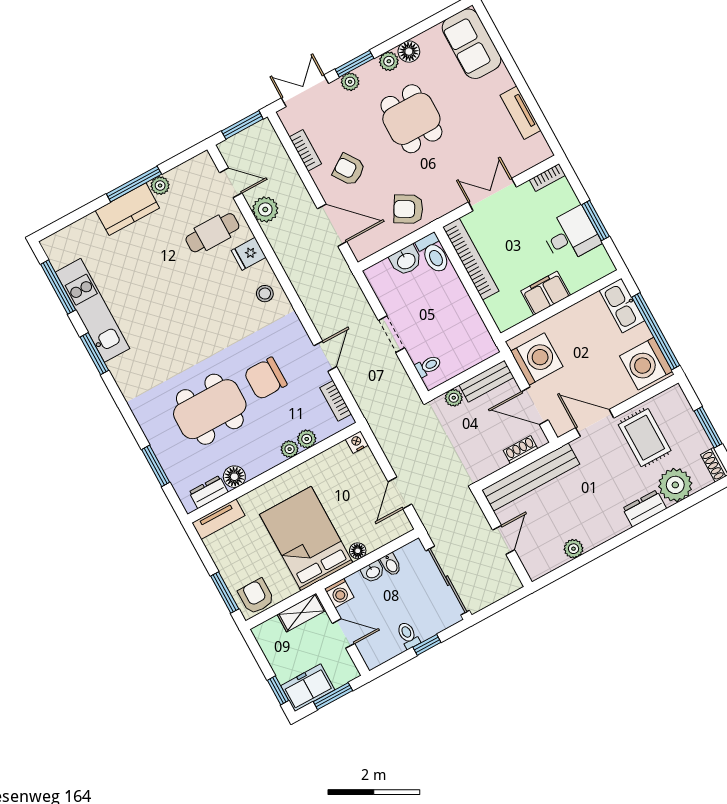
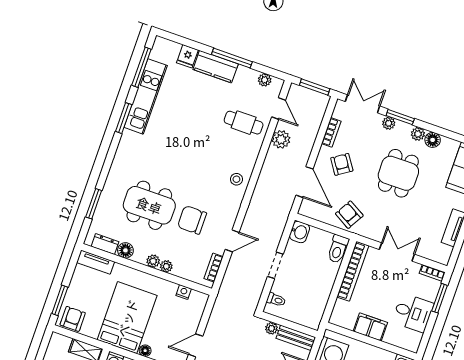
plant: (160, 186) -> (265, 80), moved
window: (595, 221) -> (440, 298), moved
fridge: (249, 254) -> (187, 56), moved, turned -90
washbasin: (406, 260) -> (299, 232), moved, turned -90
plant: (307, 439) -> (153, 261), moved
nightstand: (357, 442) -> (184, 292), moved

